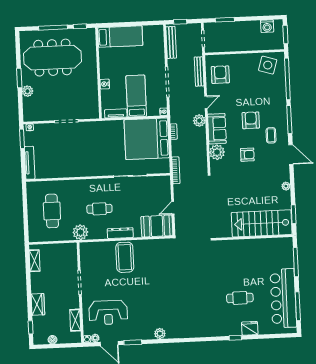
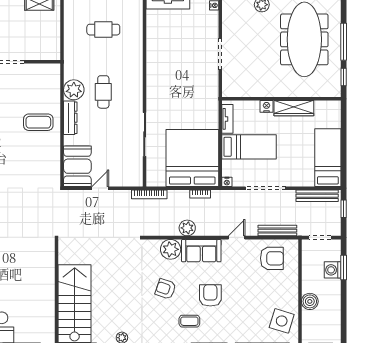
washing machine: (267, 26) -> (333, 270), moved
bed: (120, 37) -> (328, 158), moved, turned 180
boiler: (252, 44) -> (310, 301), added
wardrobe: (105, 63) -> (294, 108), added
door: (206, 102) -> (237, 238), swing flipped
armchair: (251, 120) -> (210, 295), turned -90
plant: (199, 121) -> (187, 228), moved
armchair: (247, 155) -> (166, 289), turned 109
door: (173, 208) -> (100, 188), hinge flipped
cafe table: (52, 211) -> (103, 30), width x0.73, depth x0.74
plant: (80, 232) -> (74, 90), moved
coffee table: (125, 257) -> (38, 122), width x0.73, depth x0.76

